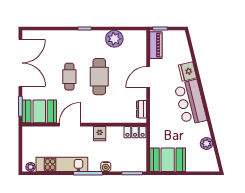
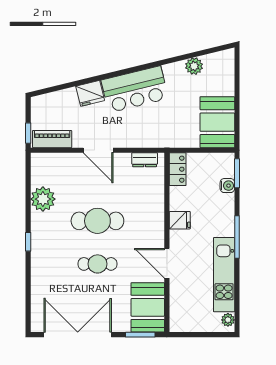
water cooler: (106, 167) -> (227, 186), moved

